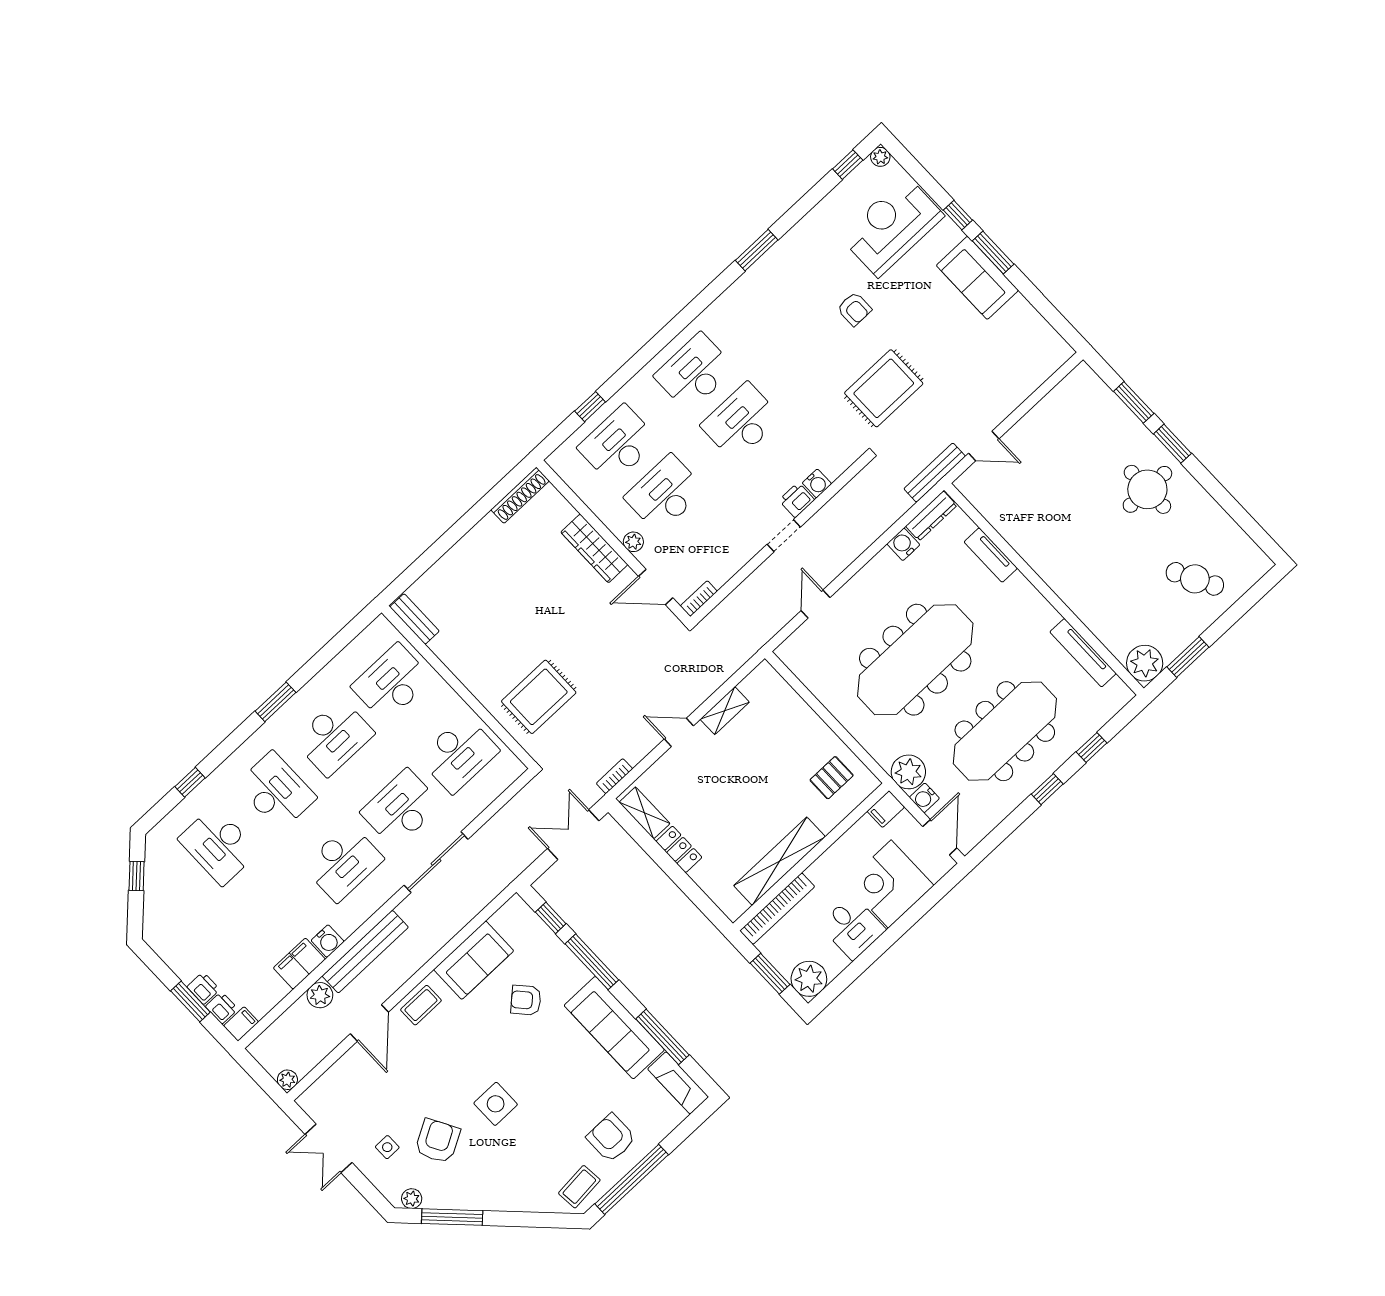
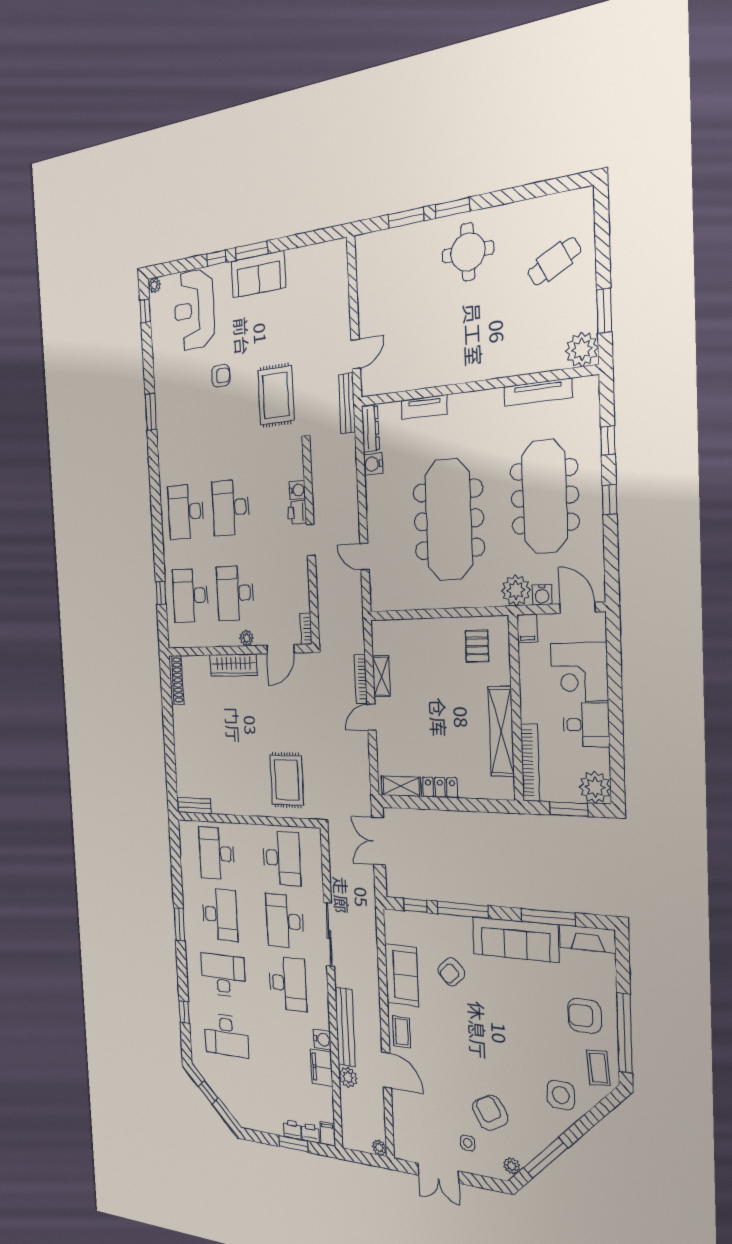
bookcase: (614, 776) -> (361, 679), moved, width x1.56
side table: (496, 1104) -> (561, 1095), moved

